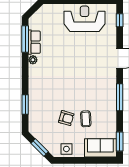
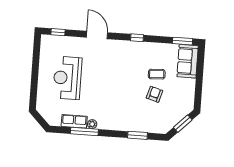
reception desk: (85, 19) -> (67, 78), moved
window: (25, 39) -> (84, 131), moved
window: (120, 97) -> (137, 38), width x0.46
side table: (66, 149) -> (186, 96), removed

